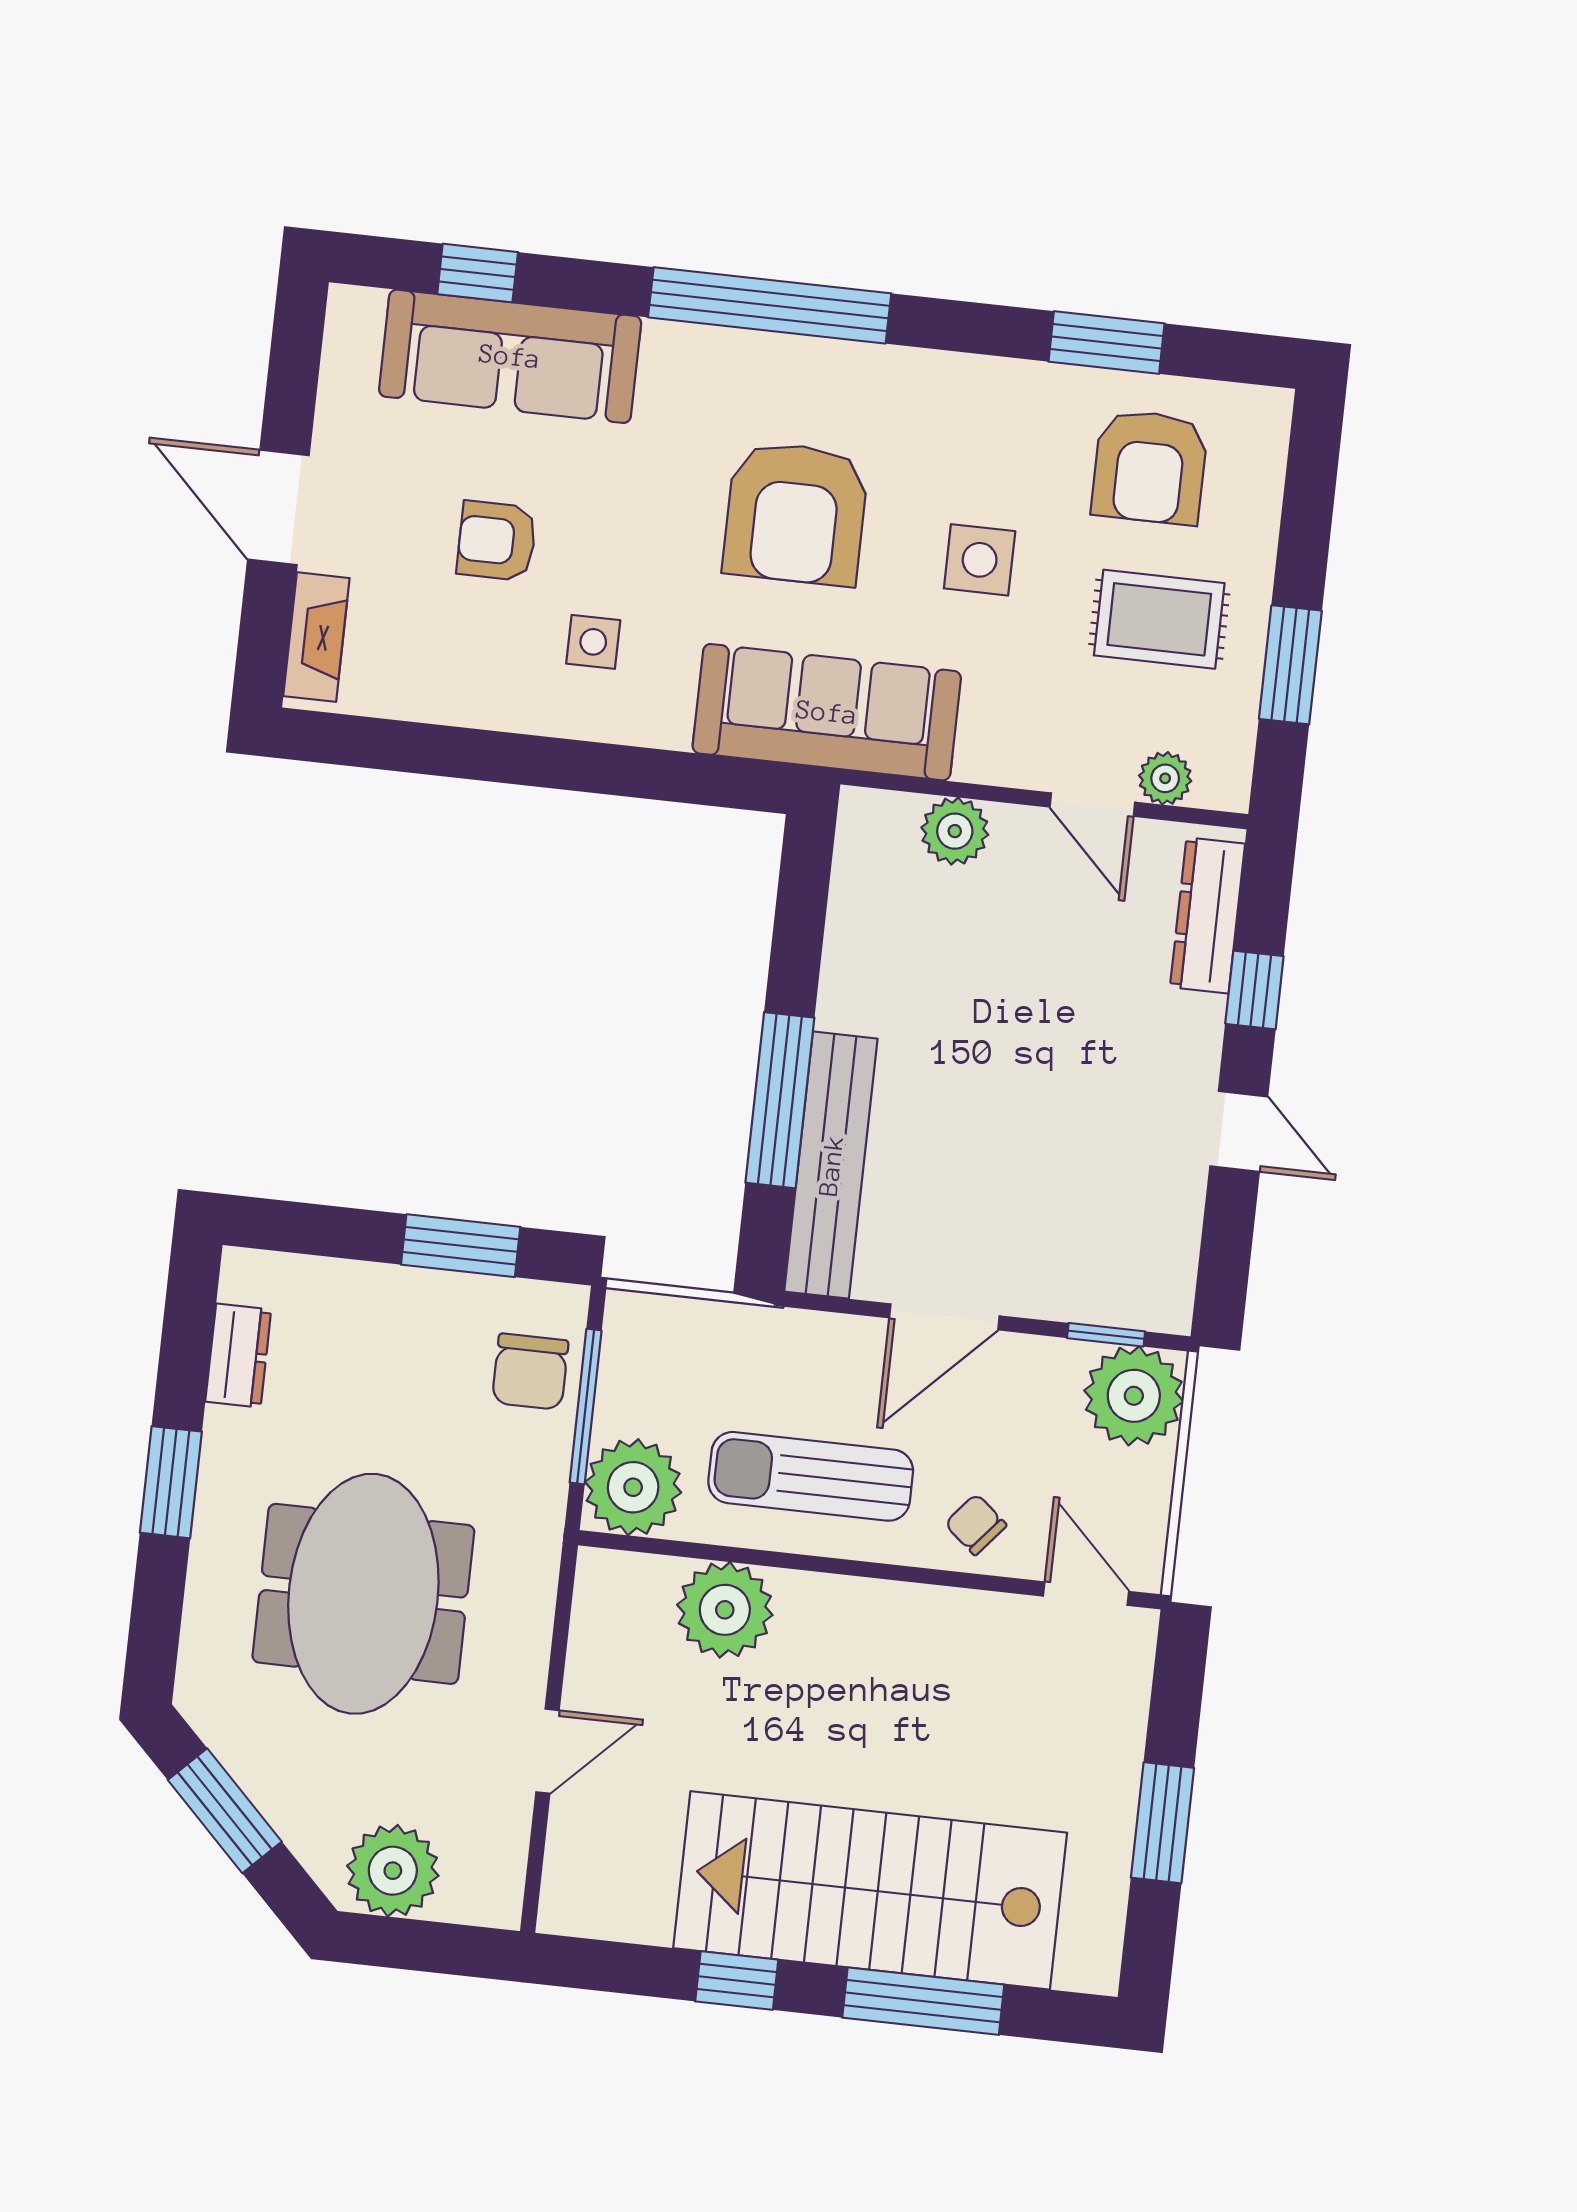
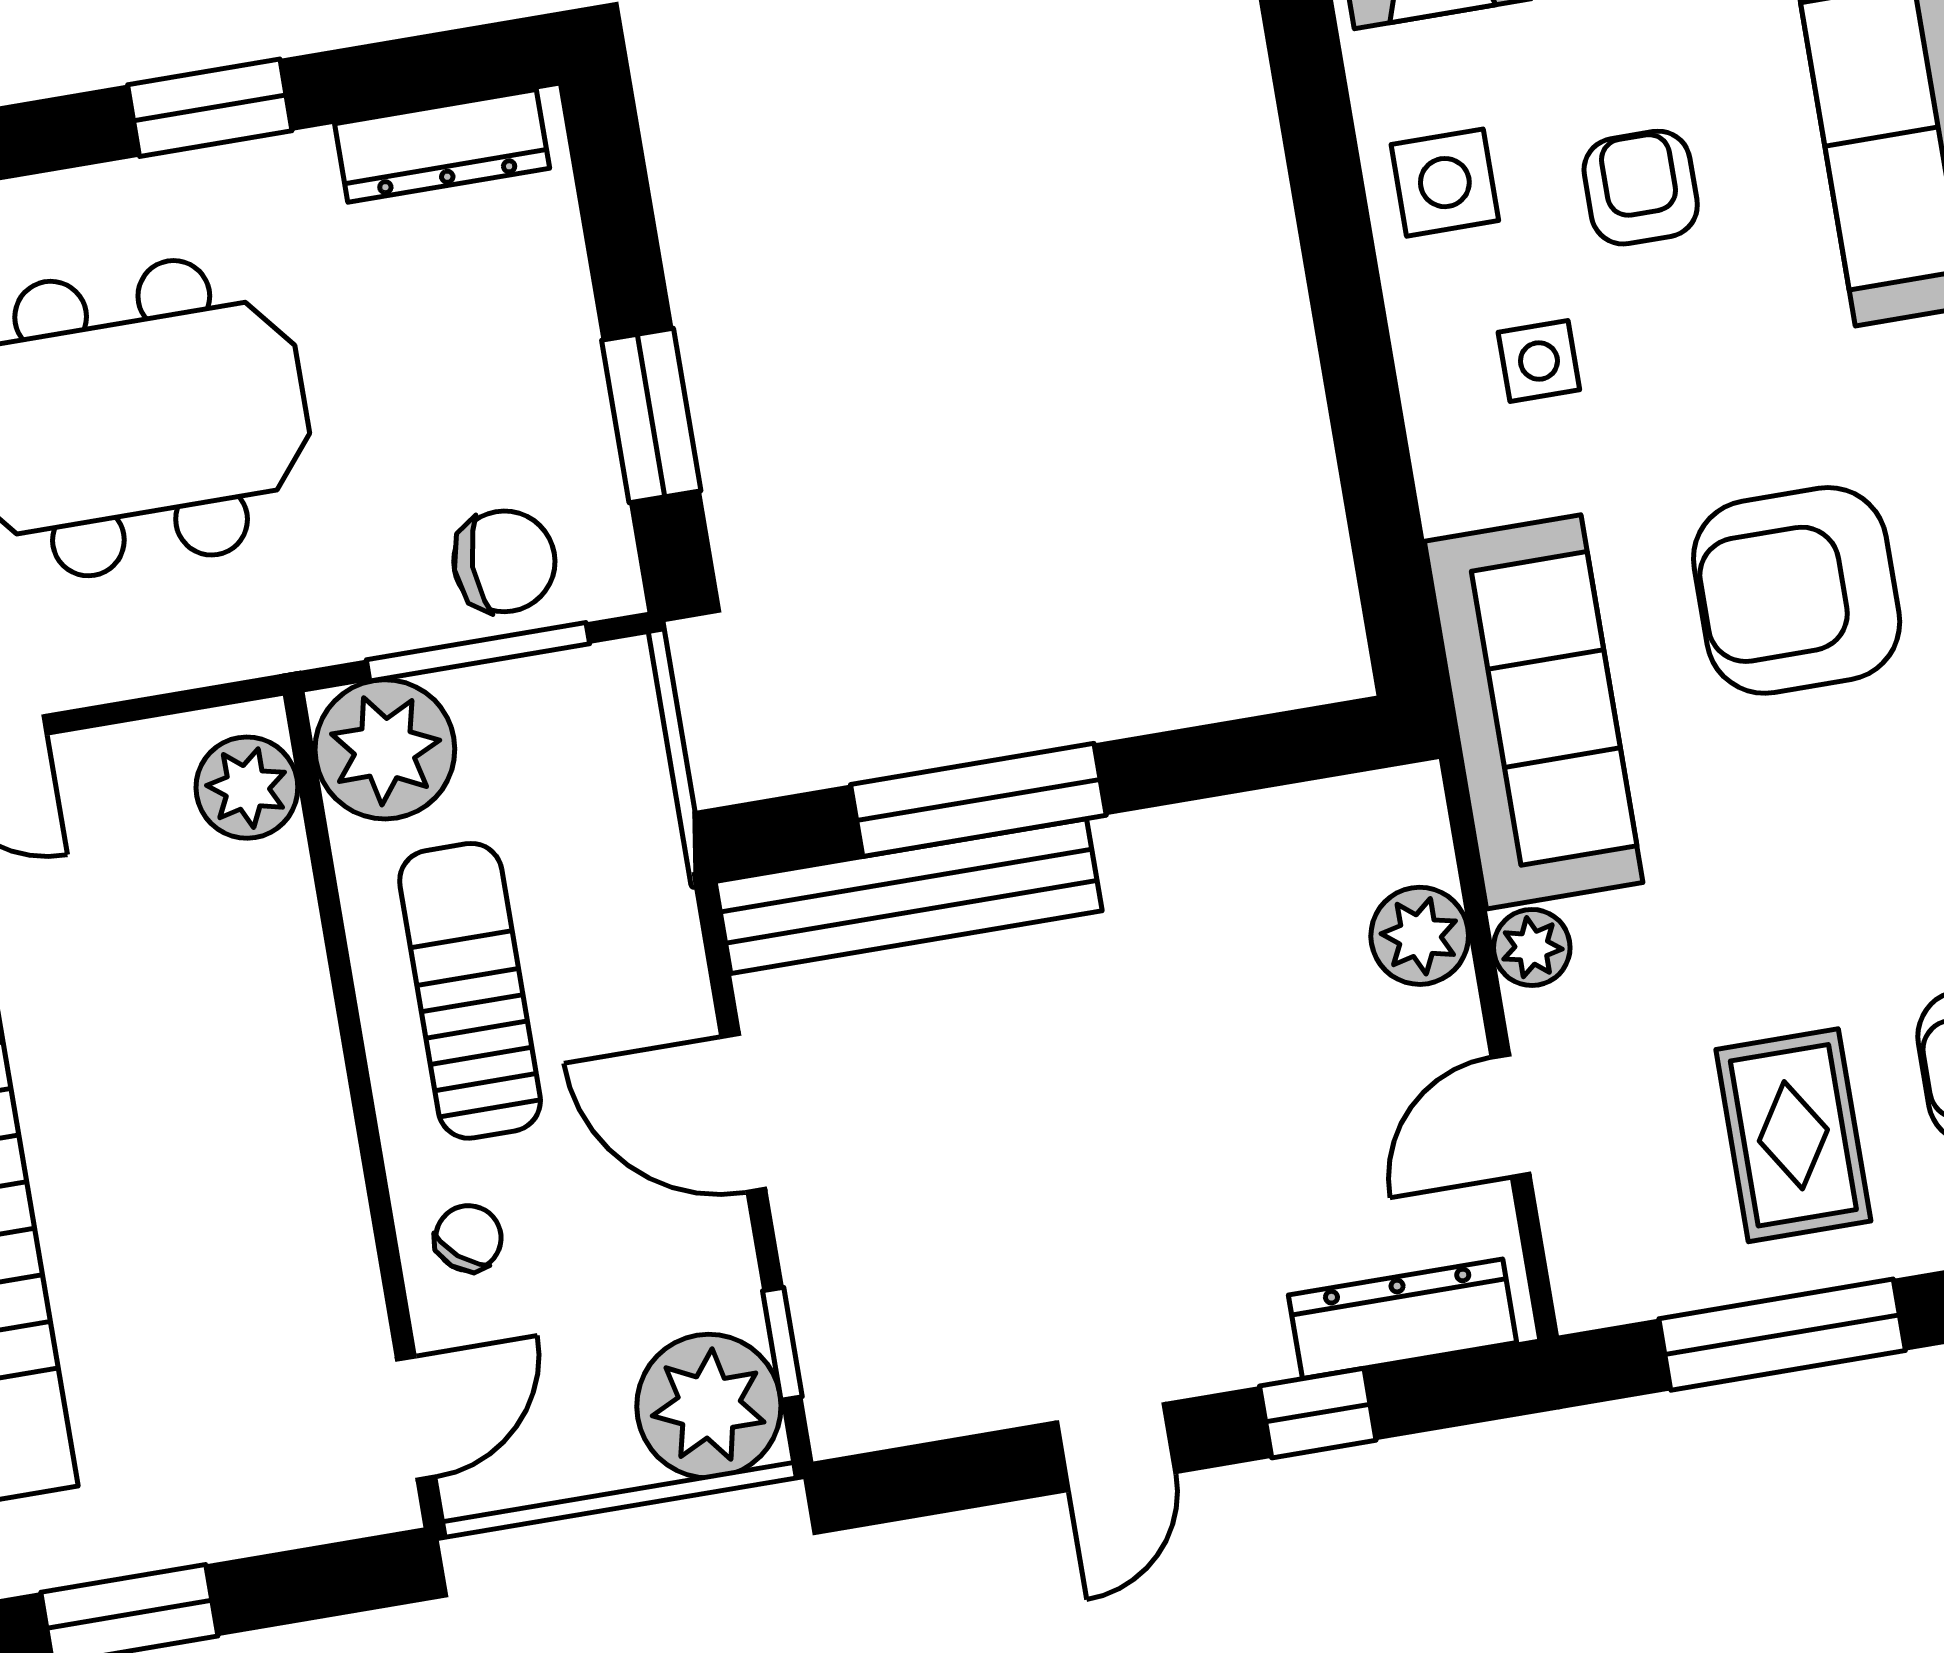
side table: (980, 560) -> (1445, 183), moved
window: (1290, 665) -> (1782, 1335), width x1.44
plant: (1165, 778) -> (1532, 947), moved
dresser: (238, 1356) -> (442, 146), width x1.44
chair: (530, 1372) -> (504, 561), turned 180
plant: (725, 1610) -> (247, 788), moved, width x0.73, depth x0.73

